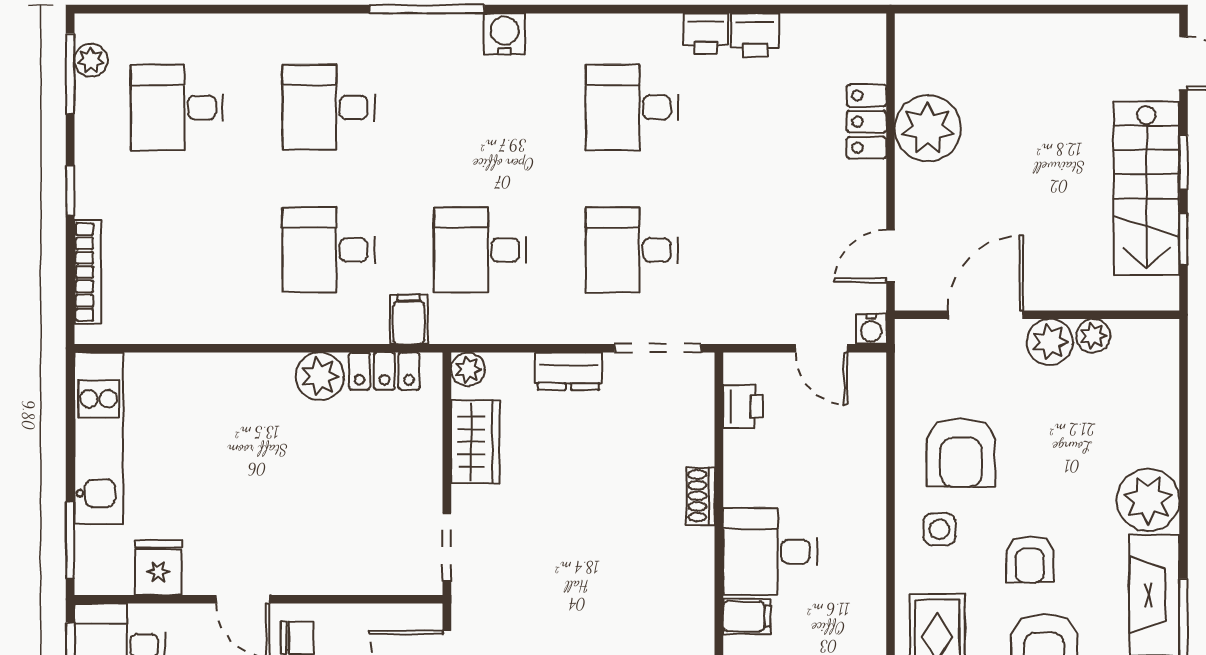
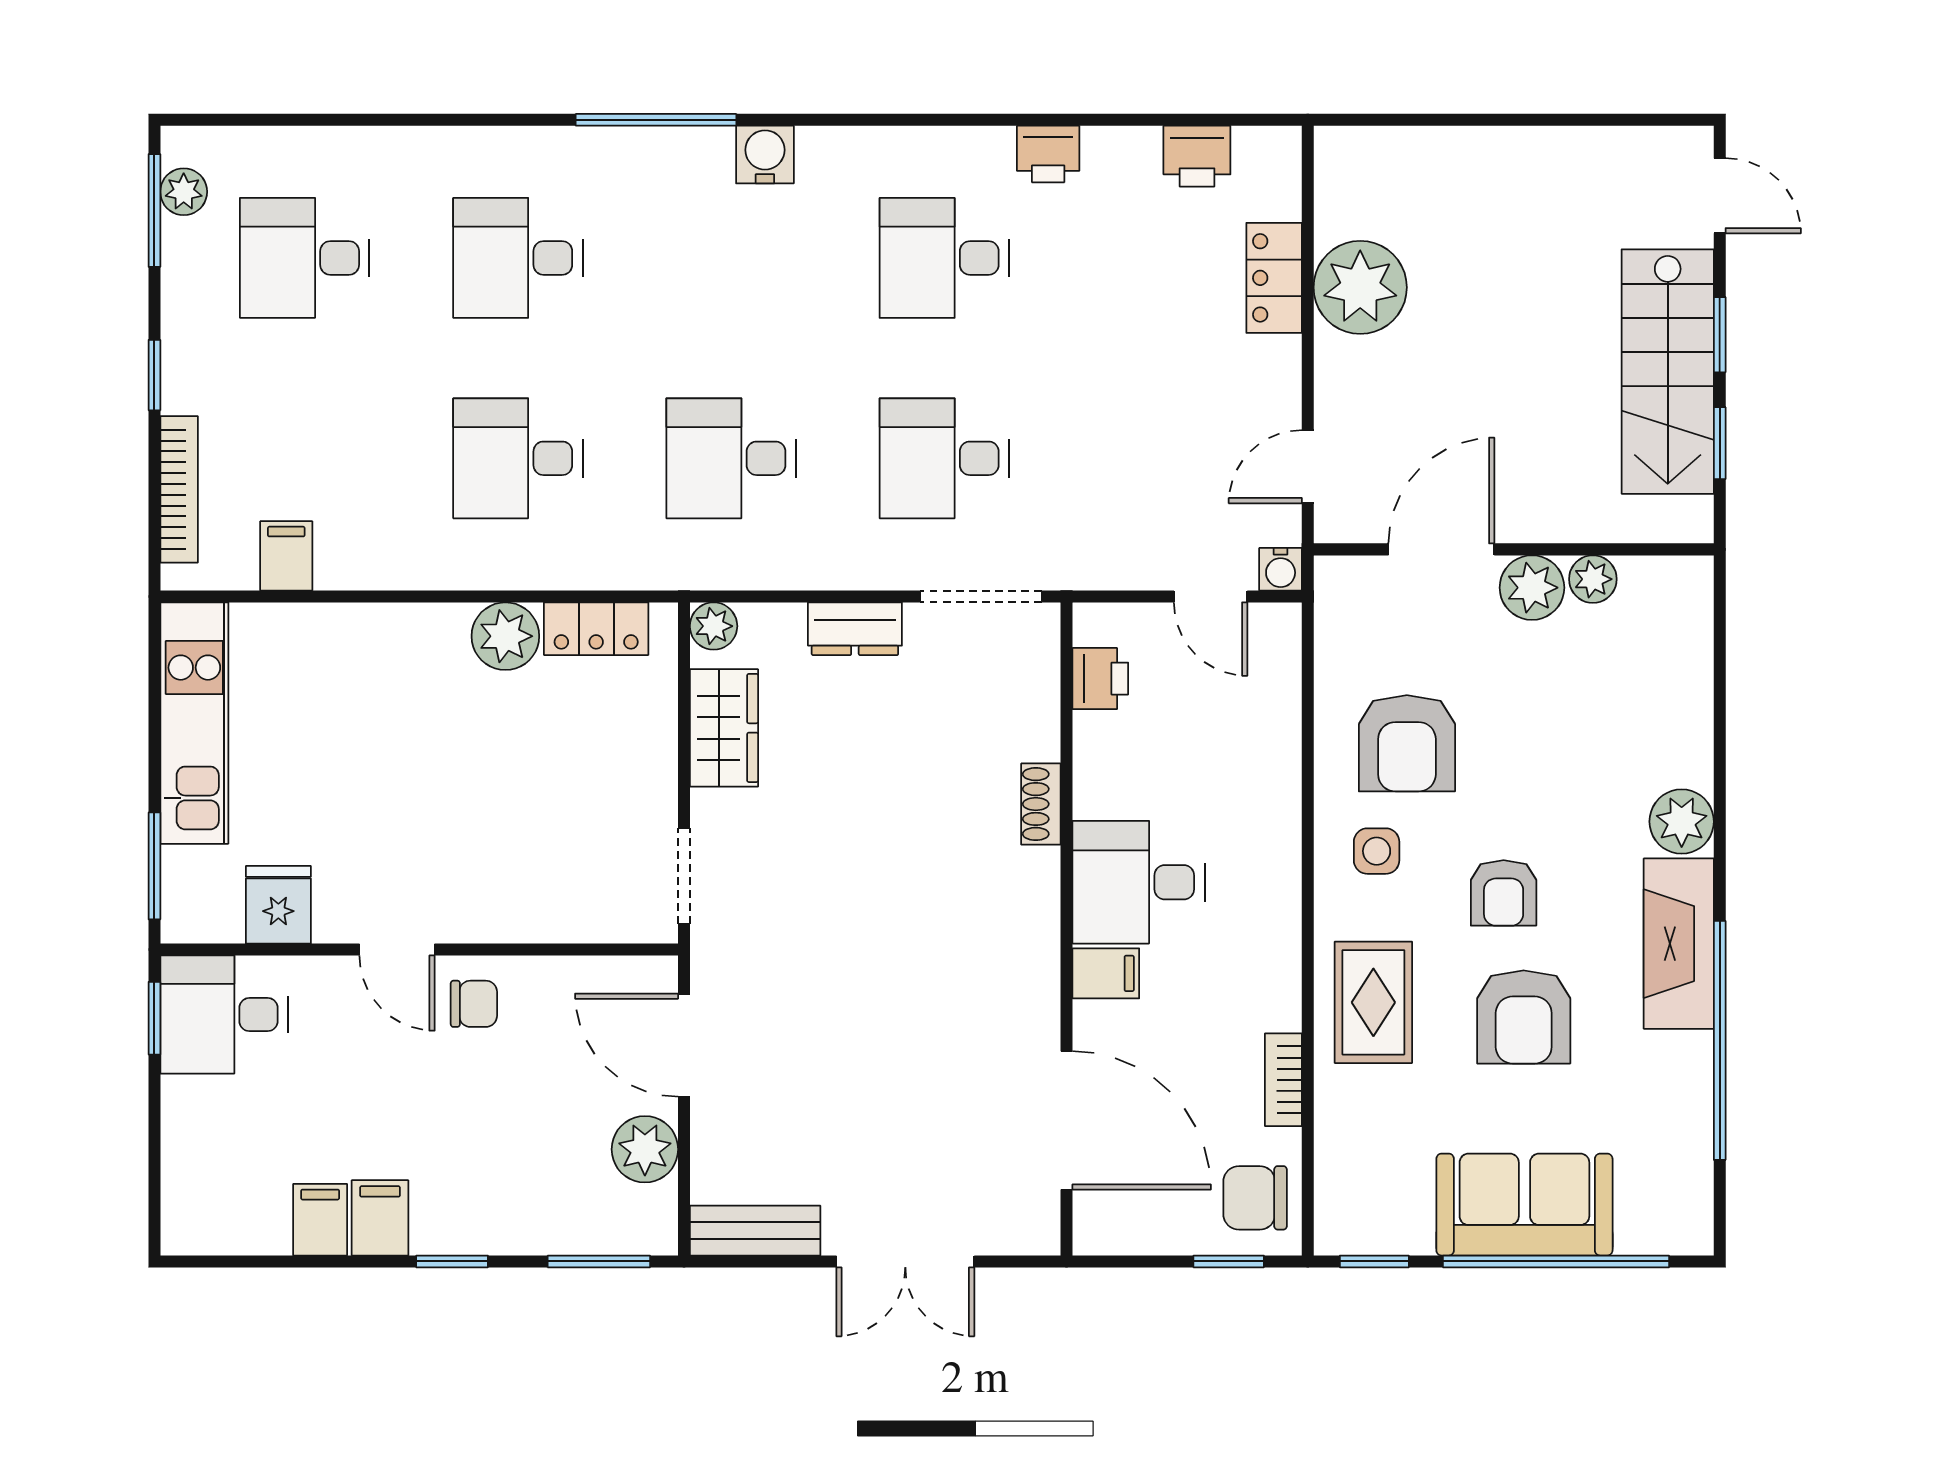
printer: (755, 35) -> (1197, 156), moved
filing cabinet: (409, 319) -> (286, 556), moved
plant: (1148, 500) -> (1682, 822), width x0.73, depth x0.73

